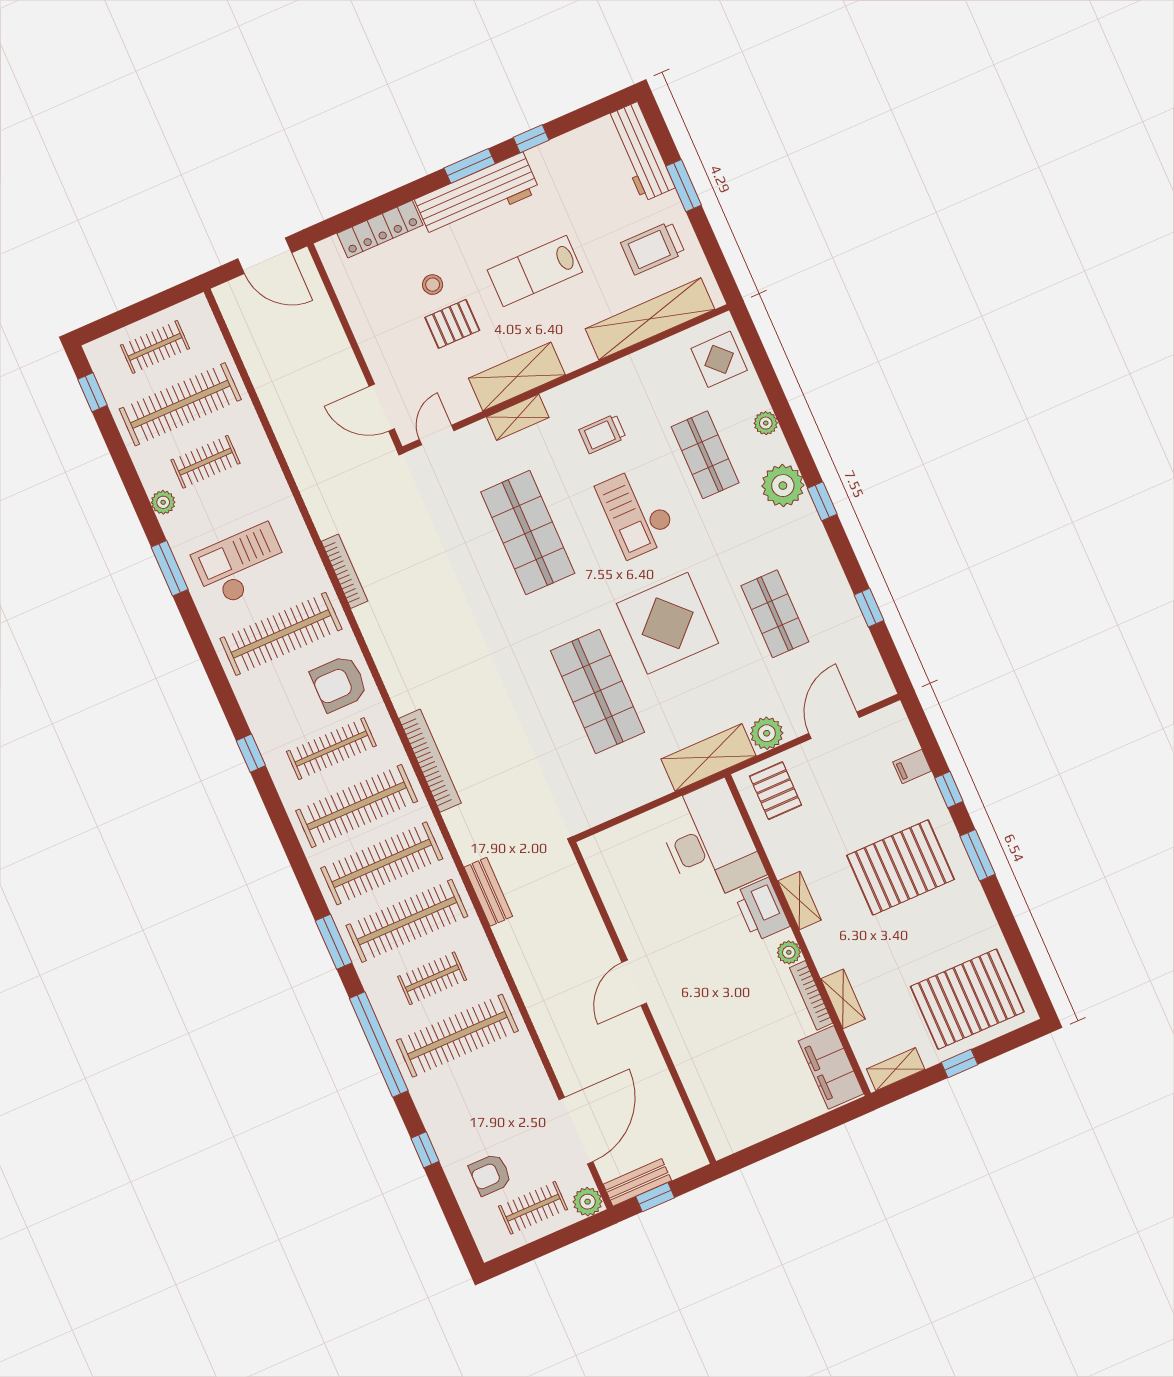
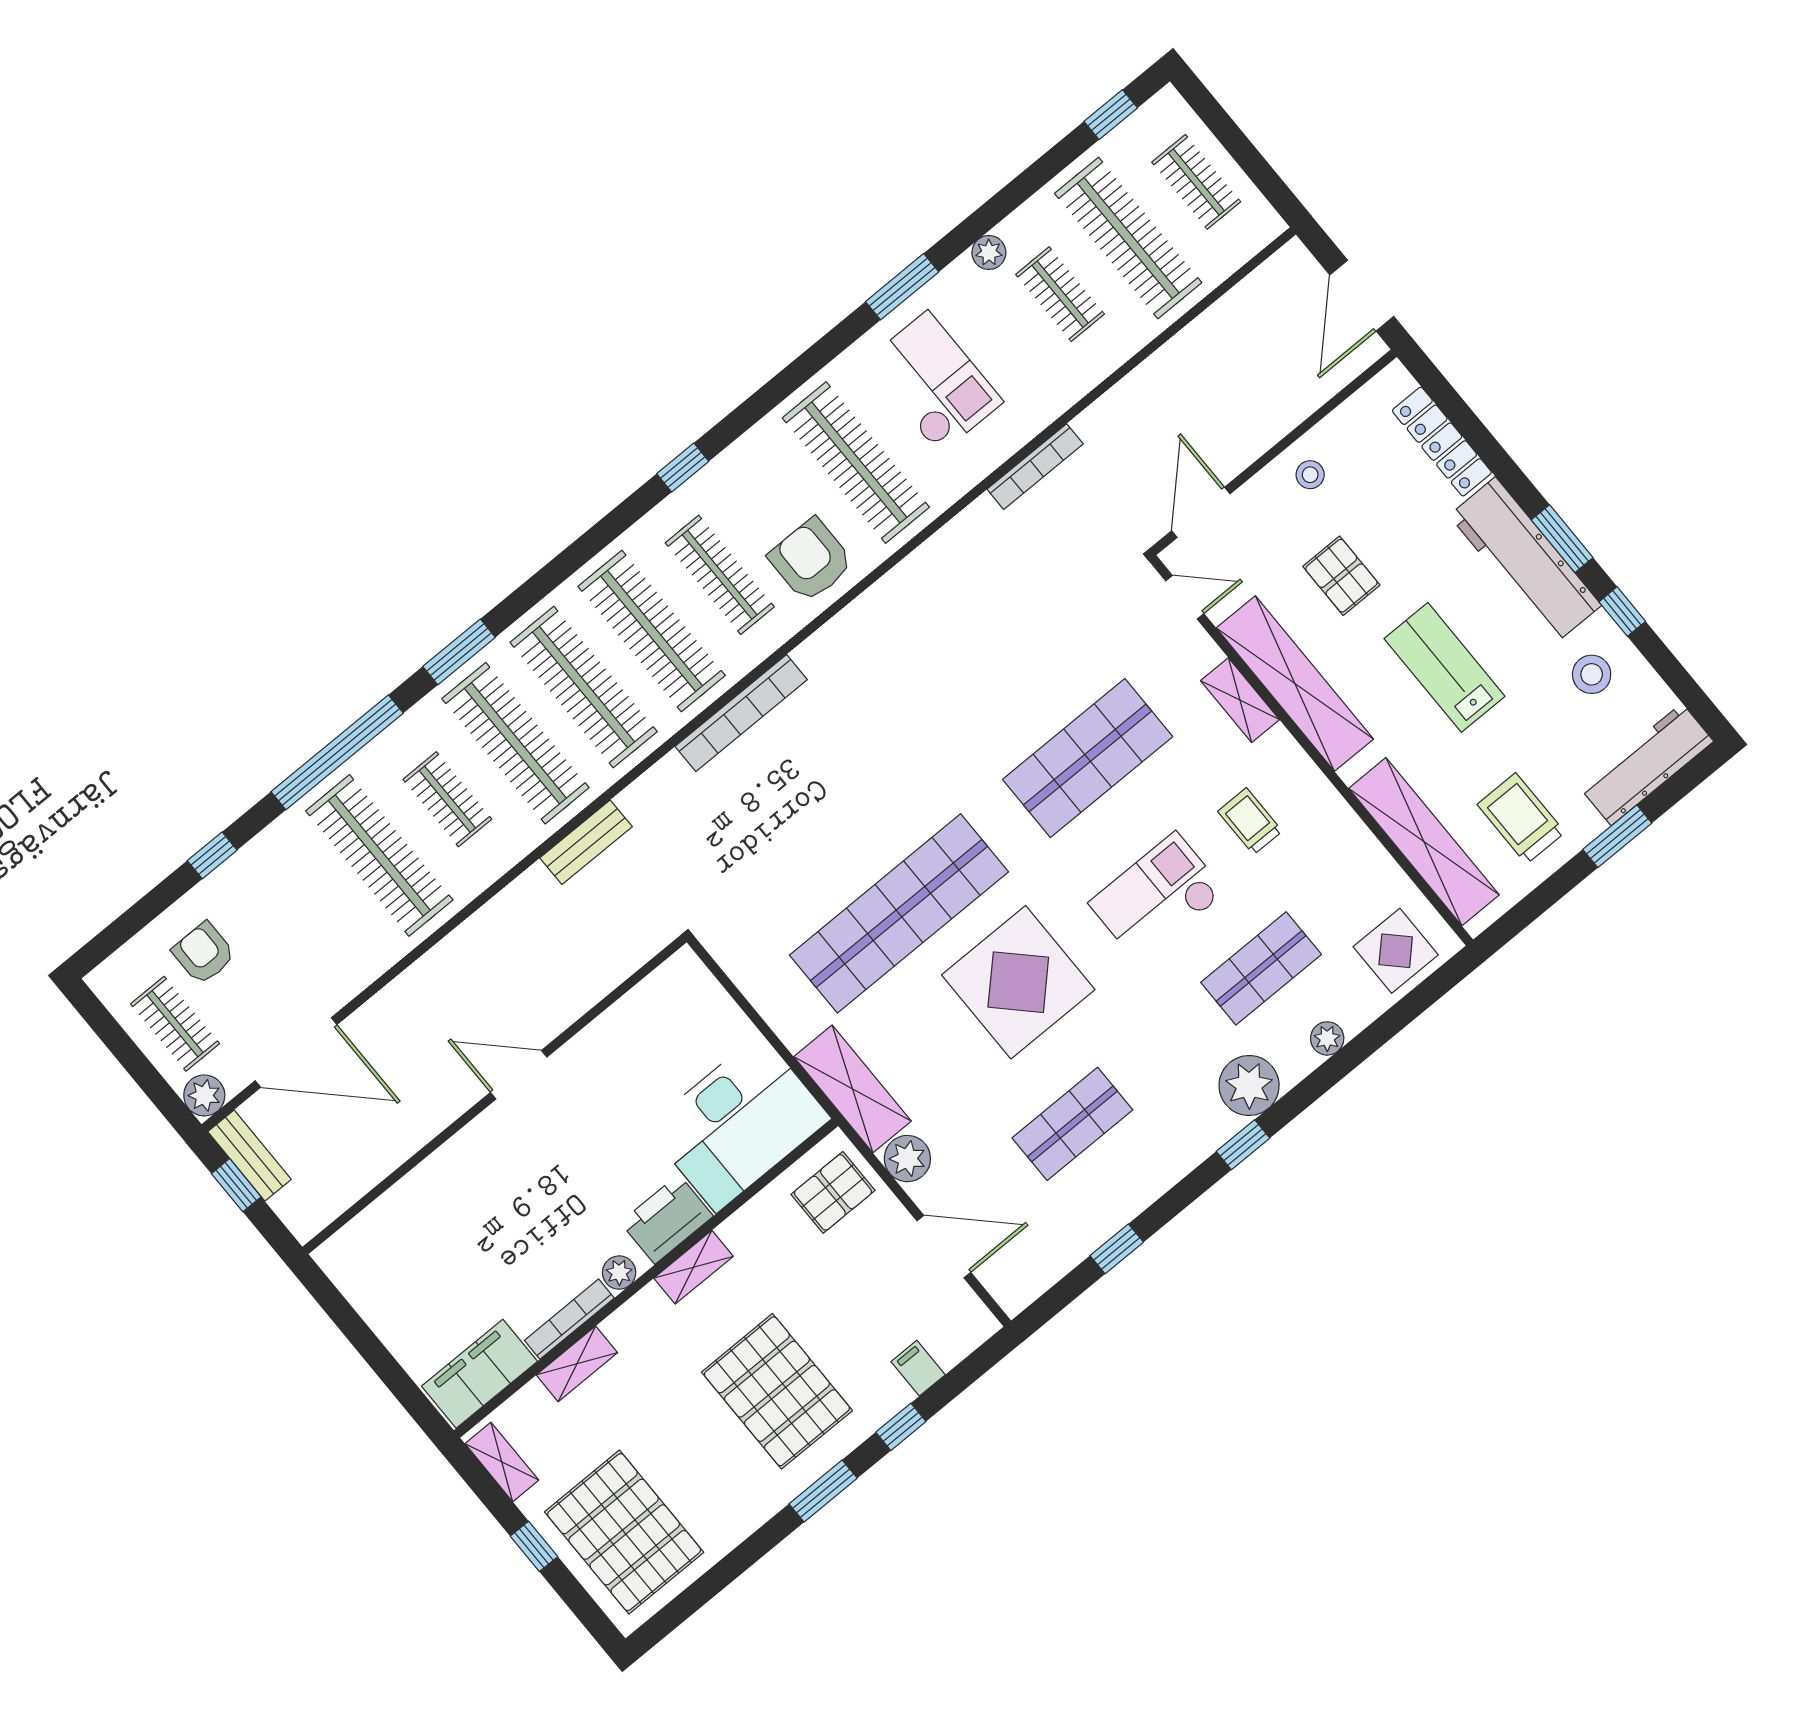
stool: (568, 172) -> (1592, 674), added
stool: (433, 285) -> (1310, 475), moved
shelving: (517, 376) -> (1295, 683), width x1.47
bookcase: (344, 571) -> (1035, 467), moved
shop shelf: (598, 692) -> (899, 913), width x1.40

